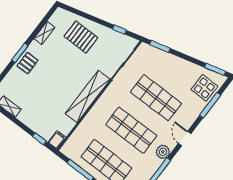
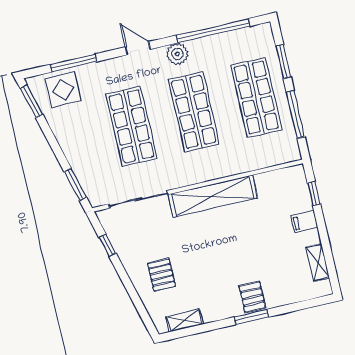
shelving: (44, 33) -> (184, 321), moved
pallet: (81, 37) -> (162, 275), width x0.67, depth x0.71
pallet: (27, 63) -> (252, 297), turned 90
door: (185, 139) -> (138, 48), swing flipped
filing cabinet: (57, 140) -> (304, 221), moved

